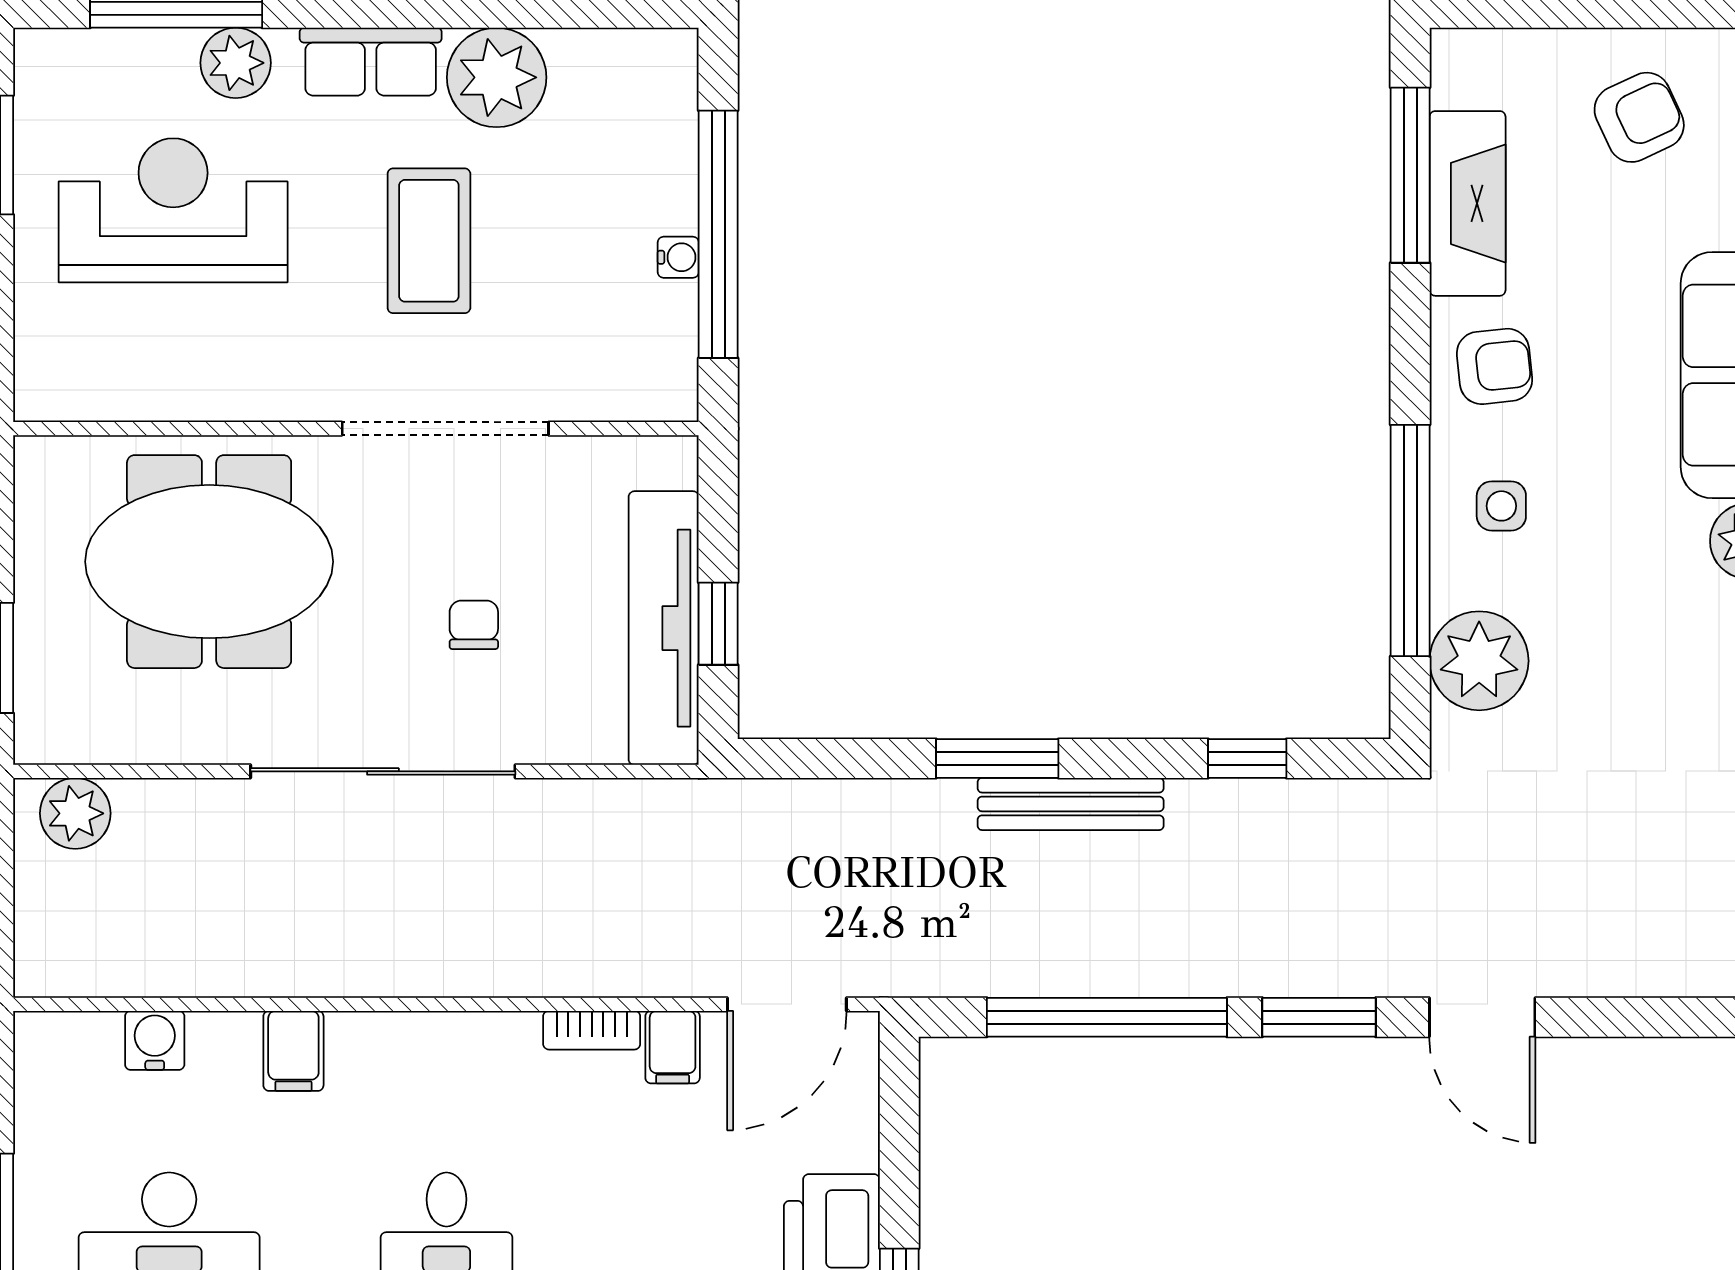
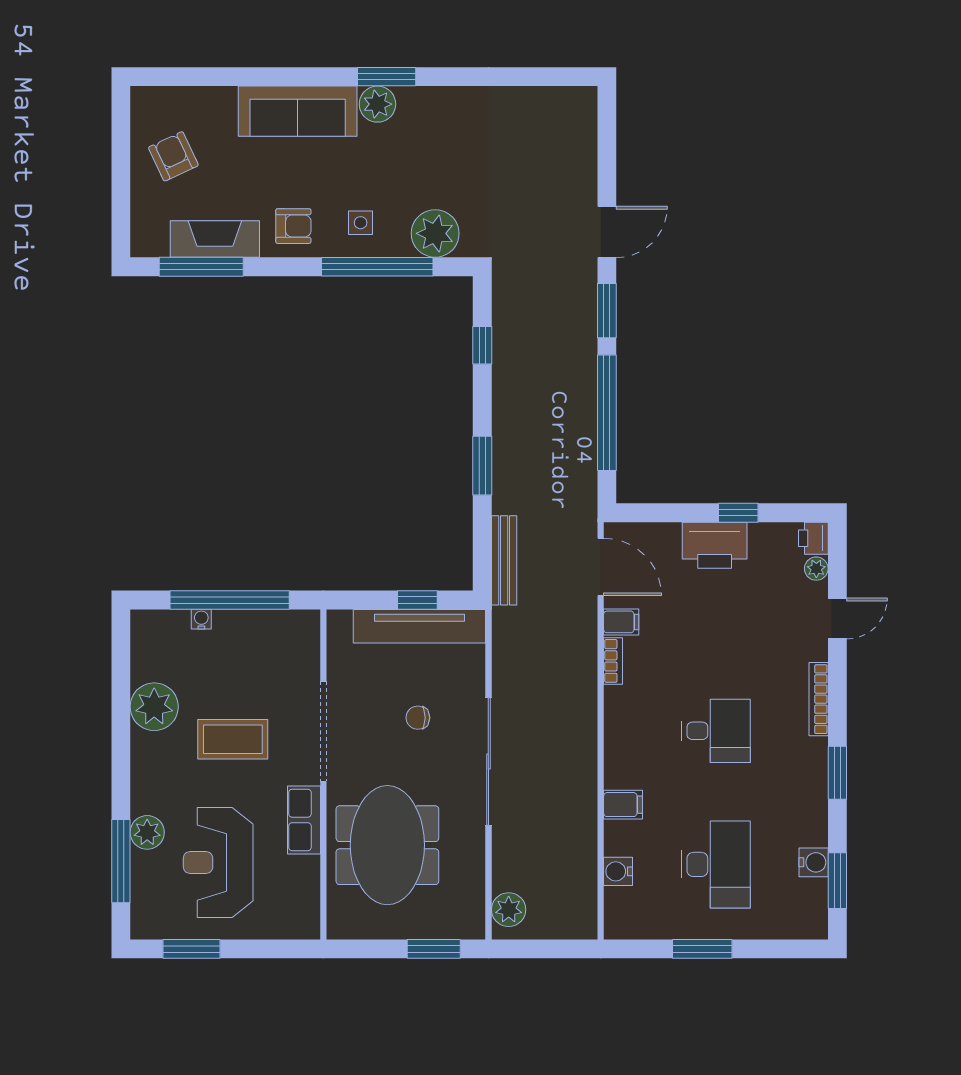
row of seats: (371, 62) -> (304, 820), moved, turned 180
water cooler: (678, 257) -> (201, 619), moved
armchair: (1495, 366) -> (293, 226), turned 96
bench: (1071, 804) -> (504, 560), moved

